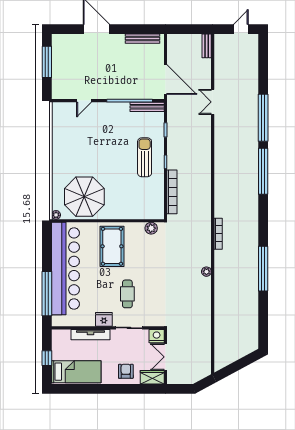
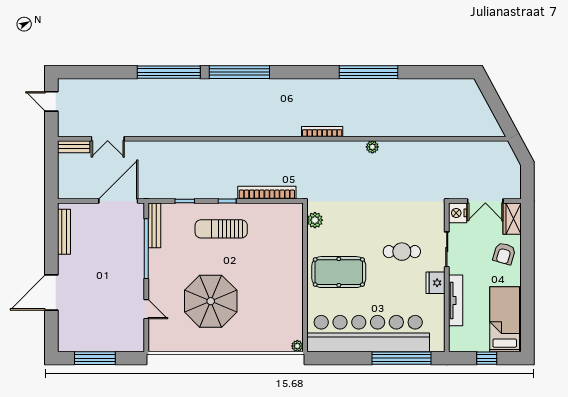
double door: (213, 102) -> (108, 139), moved
parasol: (84, 197) -> (211, 301), moved
armchair: (126, 371) -> (504, 254), turned -74

